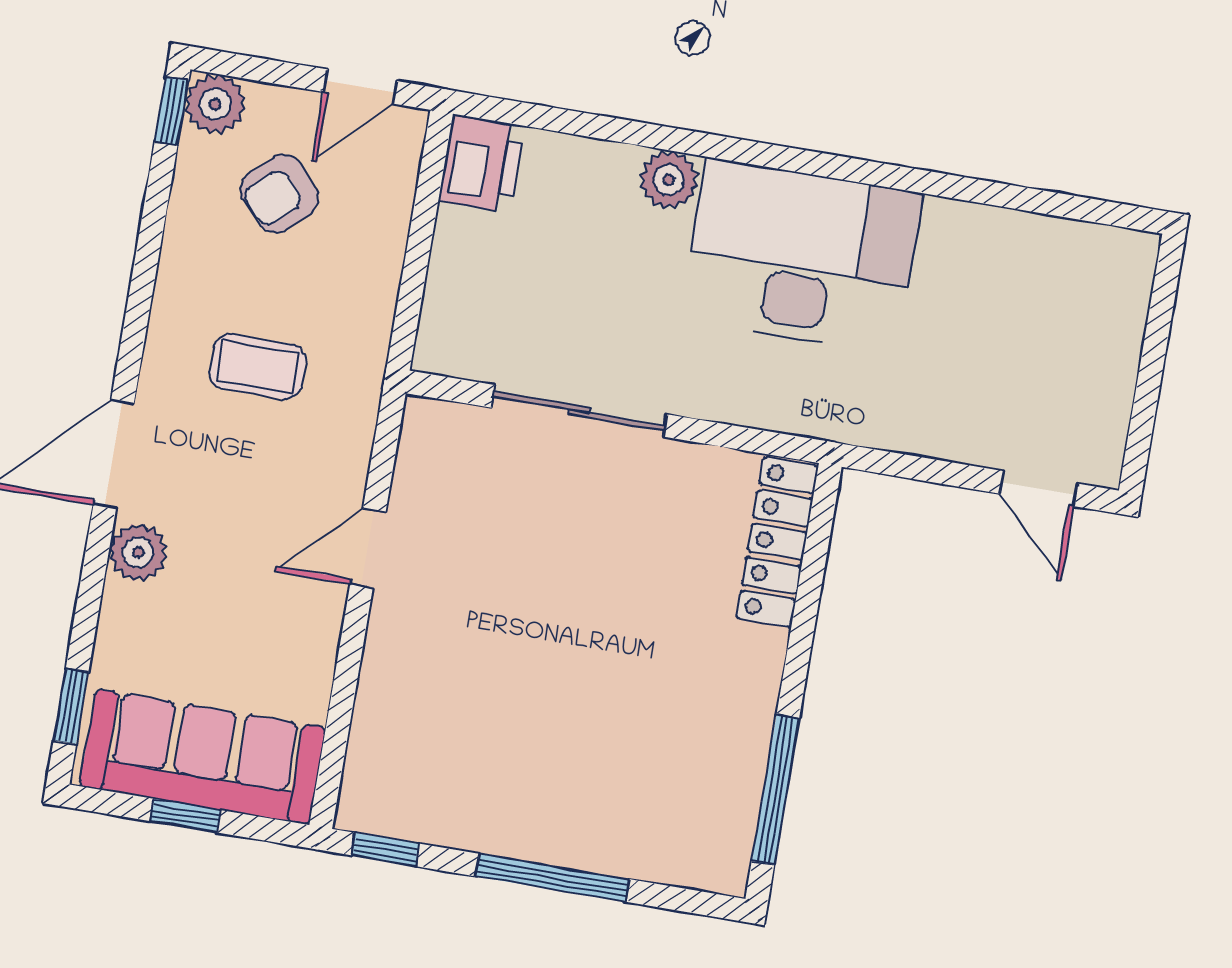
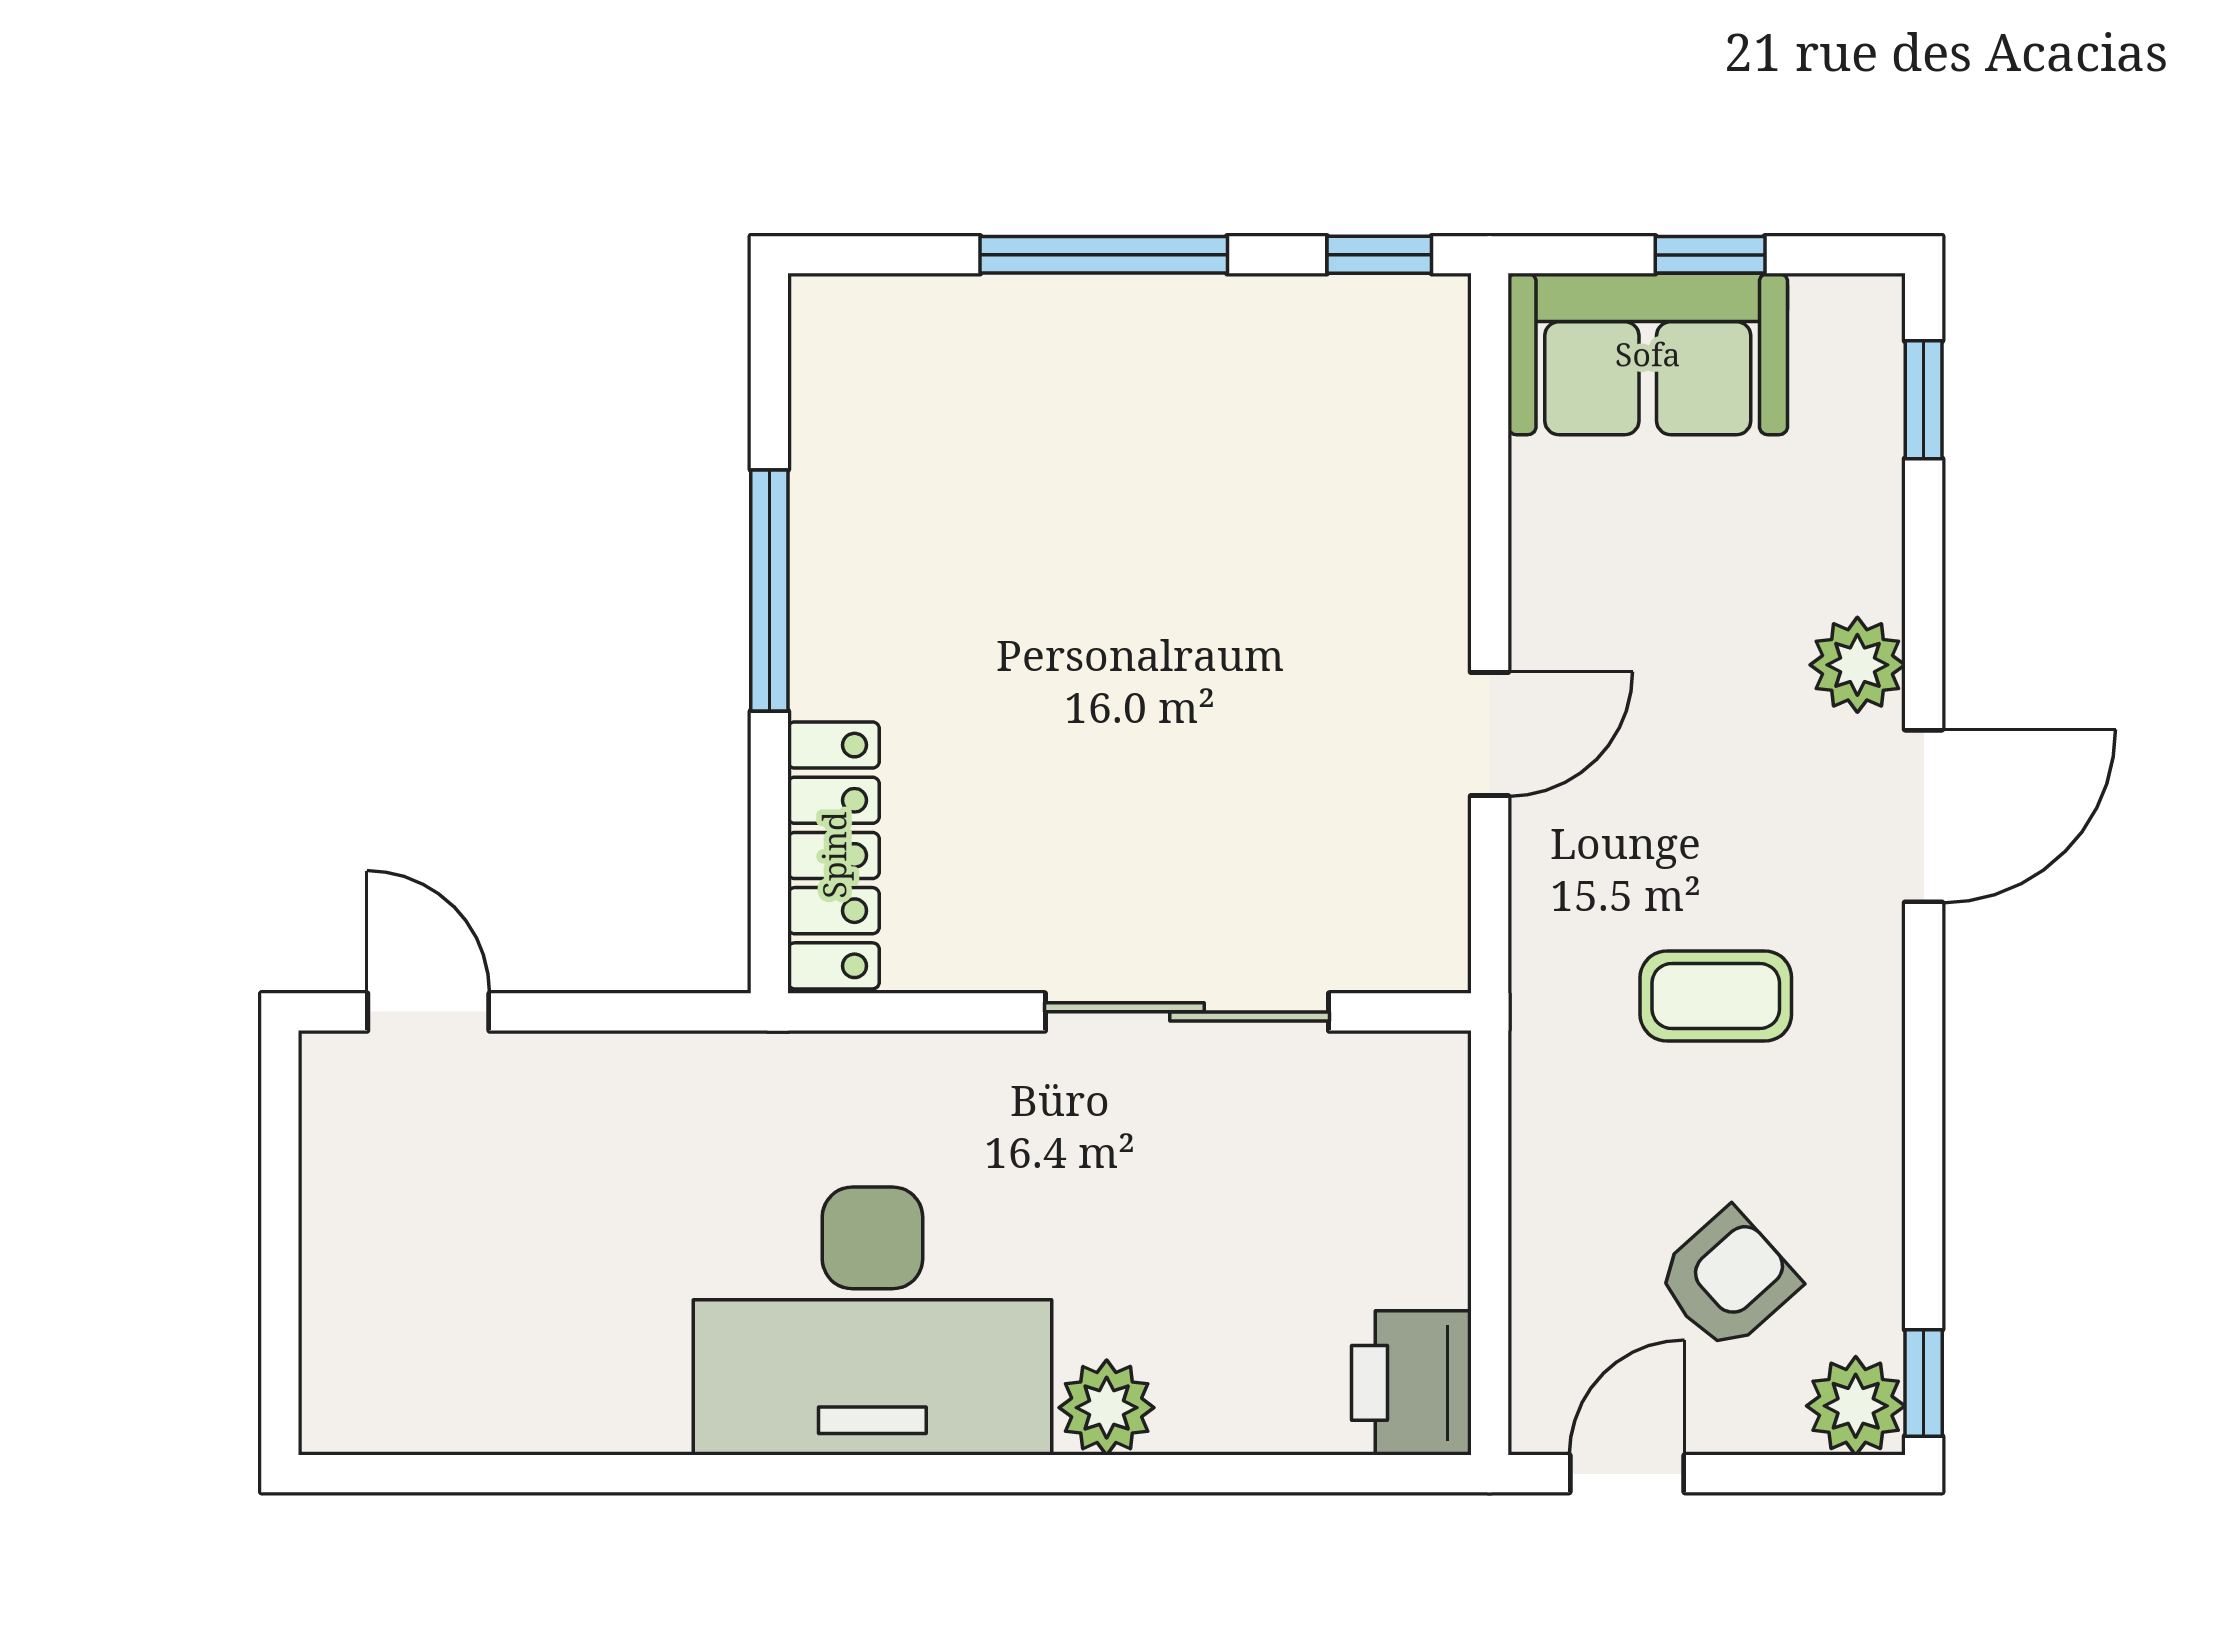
sofa: (203, 757) -> (1648, 354), width x0.73
window: (775, 790) -> (769, 590), moved

